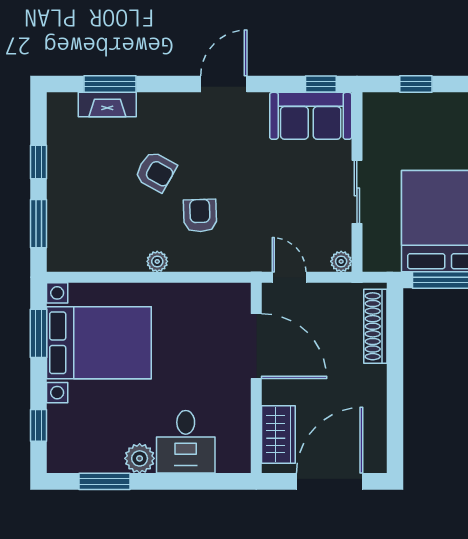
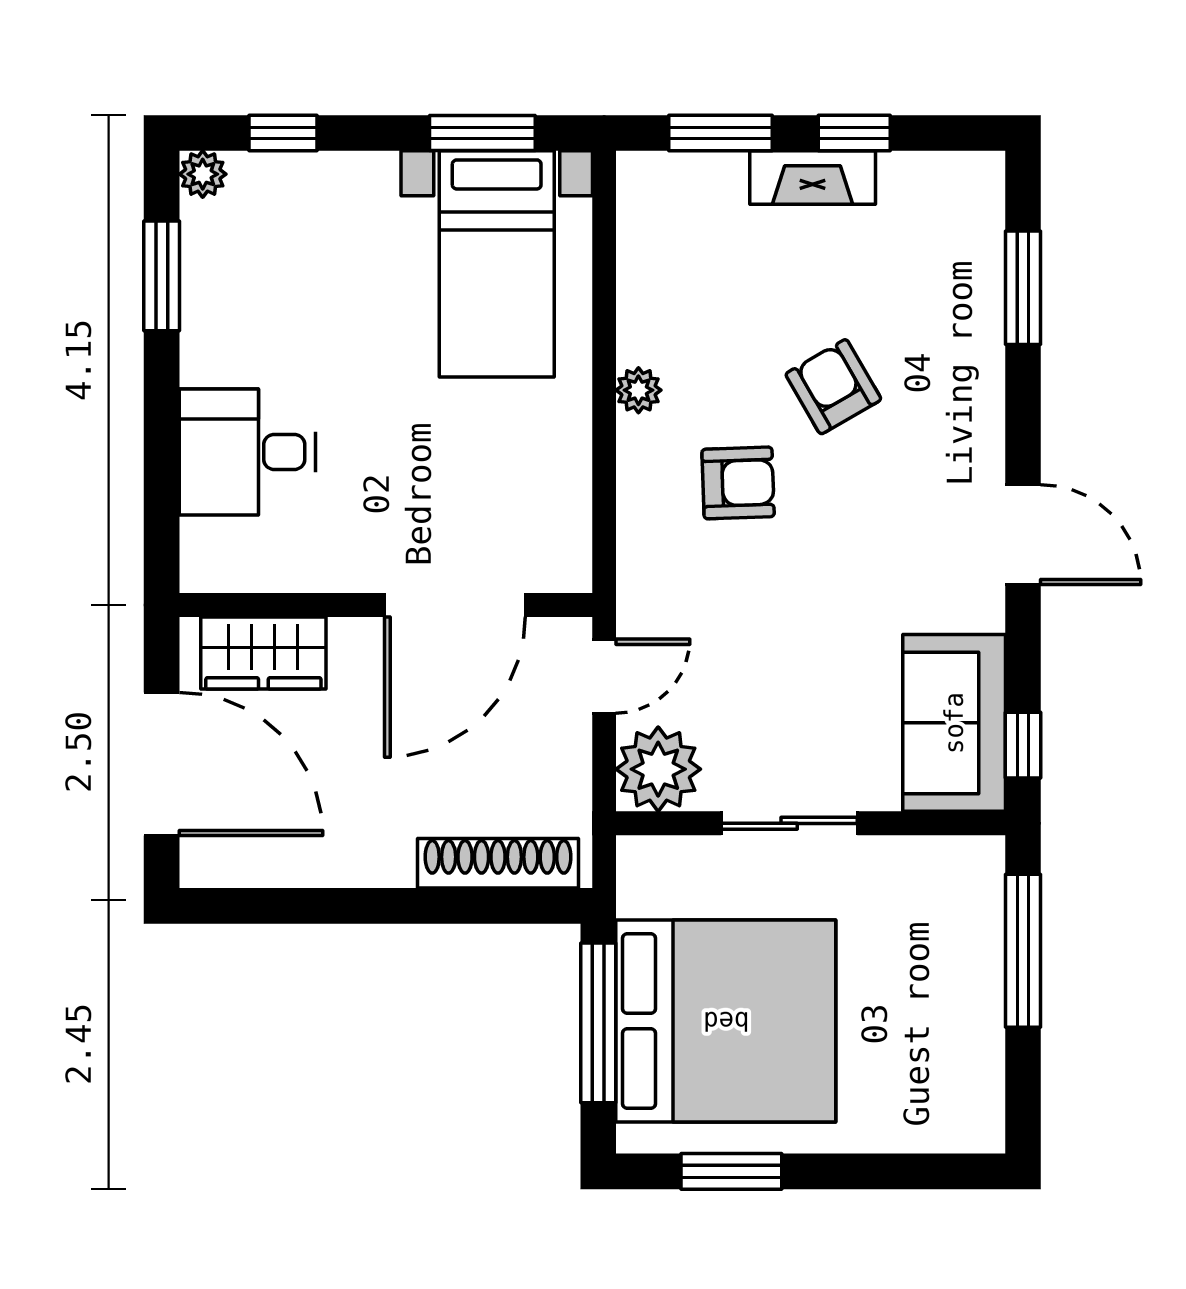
window: (416, 84) -> (1023, 951), width x2.17
fireplace: (107, 105) -> (813, 178), moved, turned -90
armchair: (156, 172) -> (833, 387), turned 121
plant: (341, 261) -> (658, 769), width x1.88, depth x1.88
bed with nightstands: (99, 343) -> (497, 264), width x0.73
plant: (140, 458) -> (203, 174), moved, width x0.73, depth x0.73

